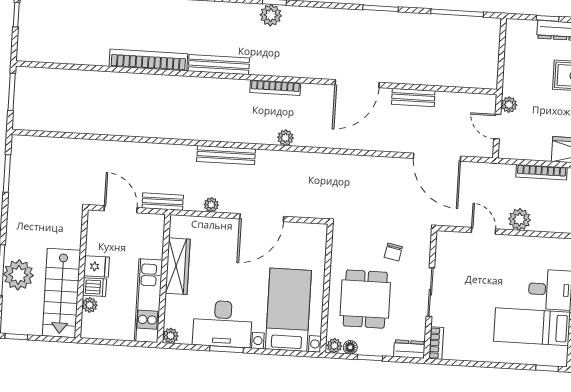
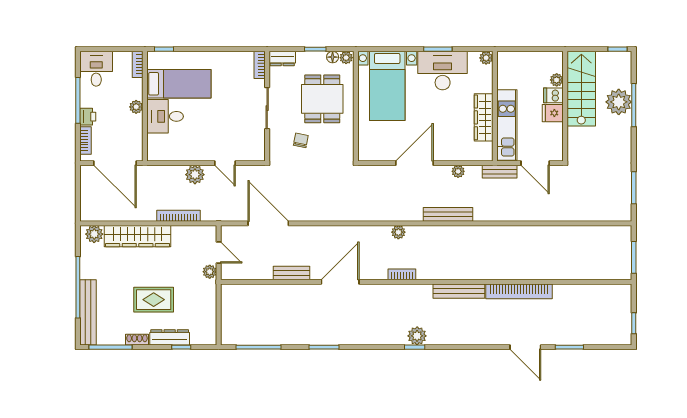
bookcase: (275, 88) -> (402, 274), width x0.64
kitchen unit: (148, 301) -> (507, 125), moved

